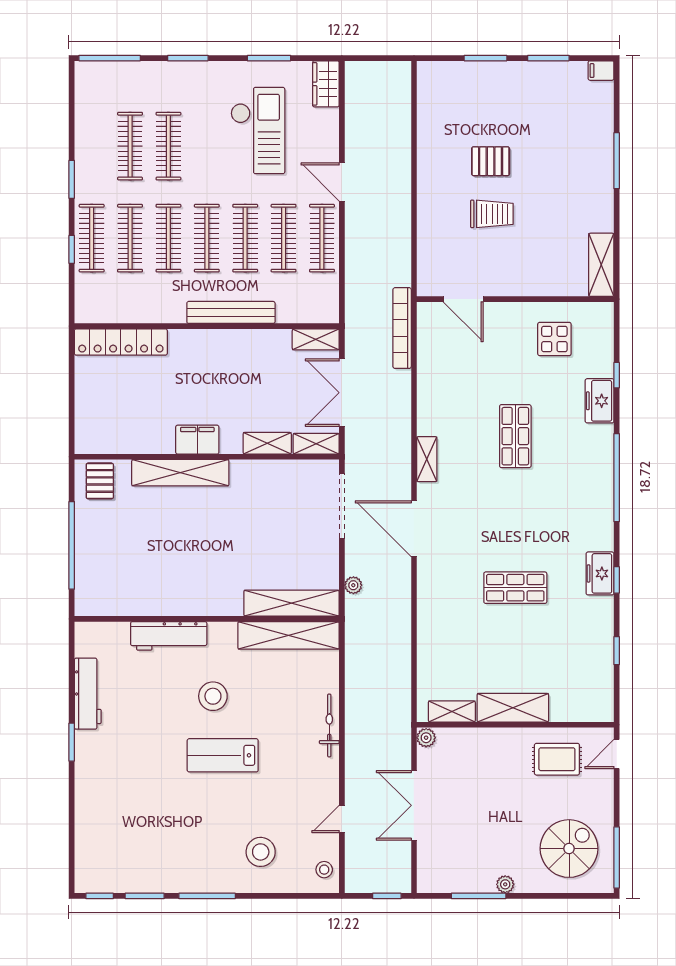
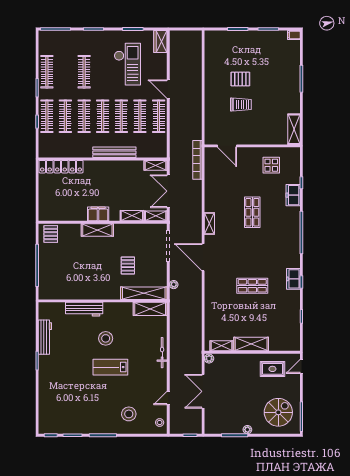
clothes rail: (130, 146) -> (47, 72), moved
shelving: (180, 473) -> (97, 230), width x0.68
pallet: (259, 546) -> (128, 265), added
shelving: (289, 635) -> (150, 309), width x0.68

